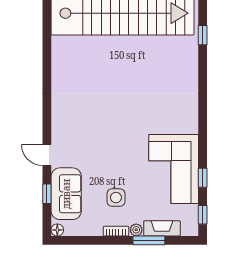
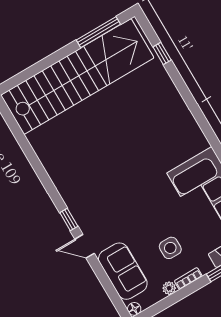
window: (47, 194) -> (69, 220), moved
plant: (136, 230) -> (169, 288), moved

